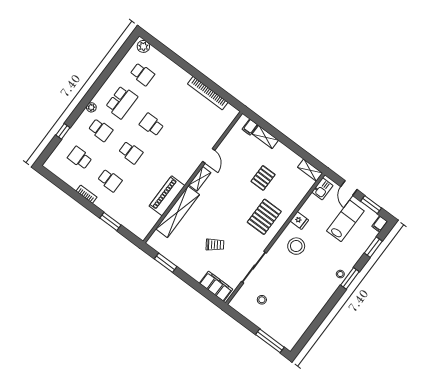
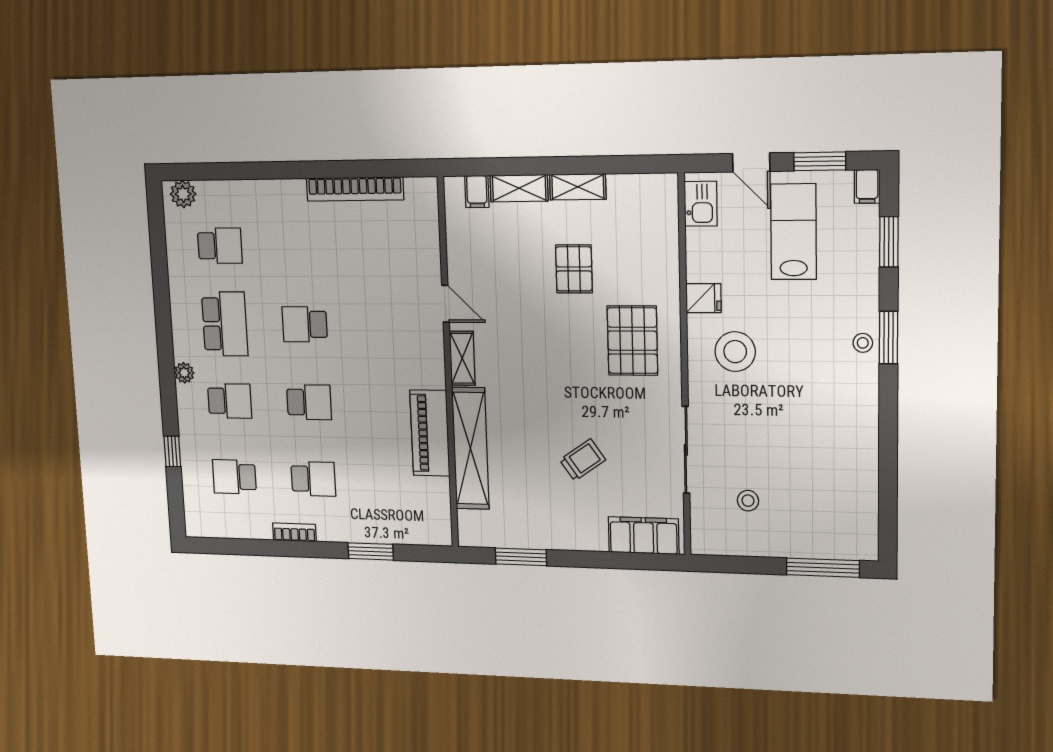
shelving: (310, 170) -> (578, 187), moved

